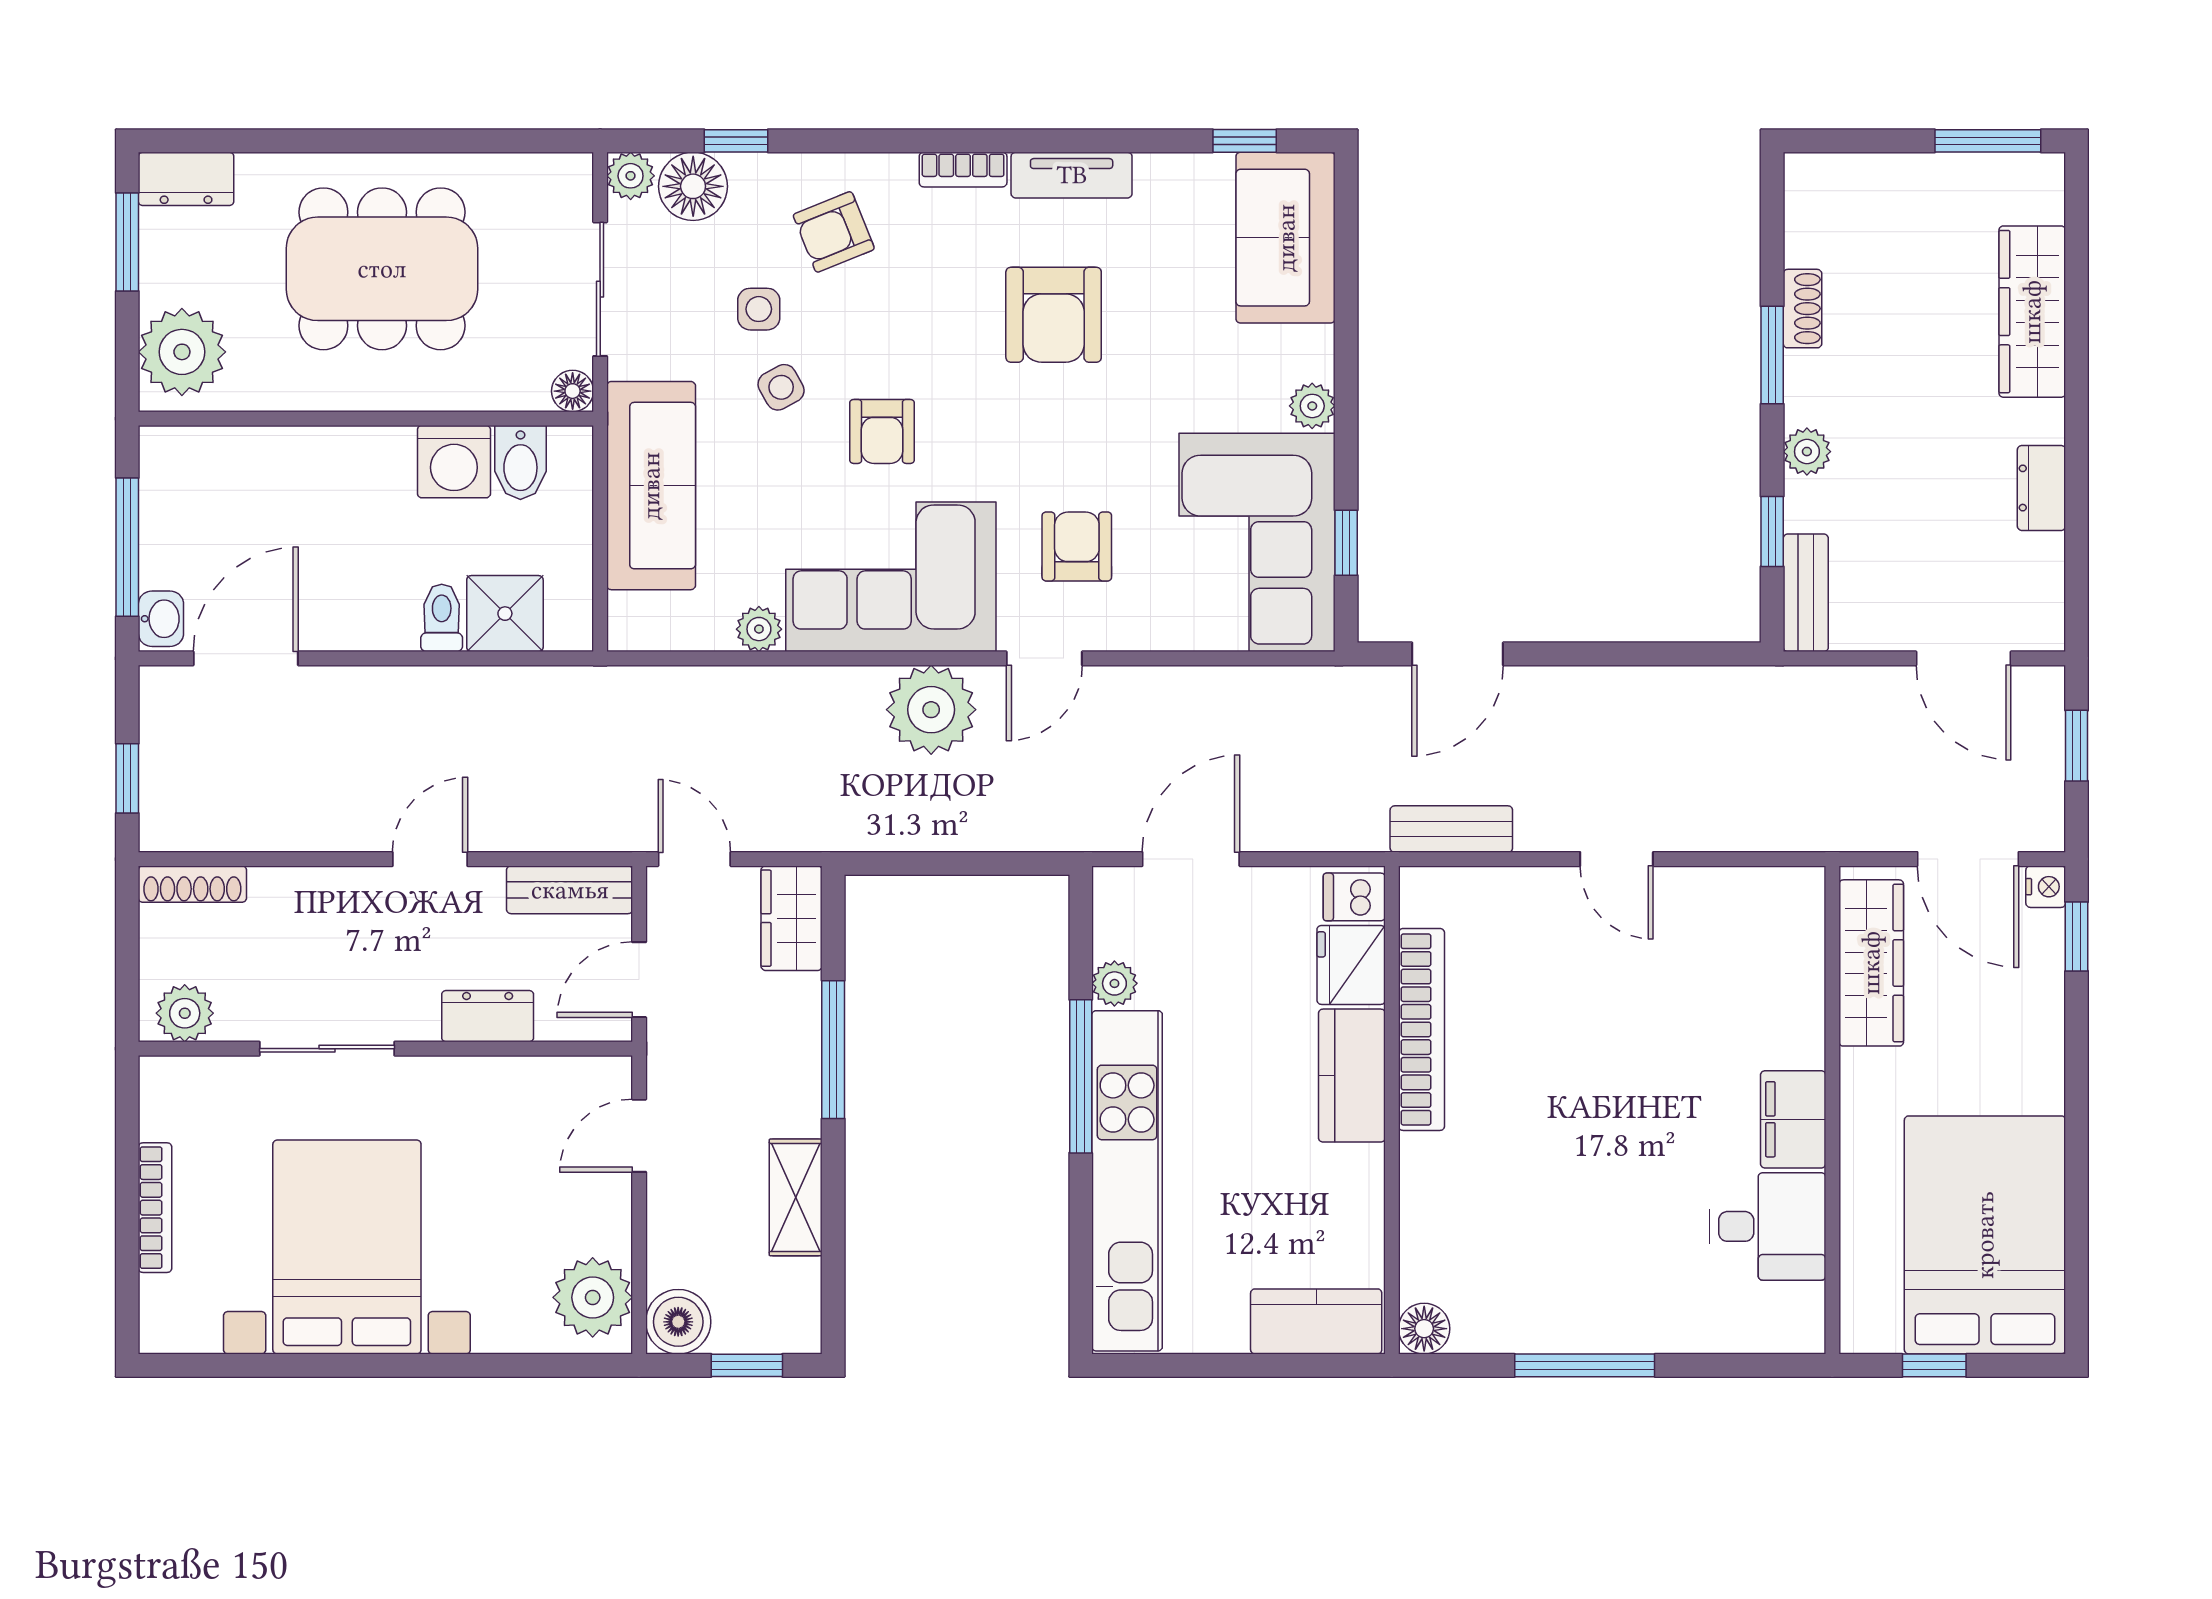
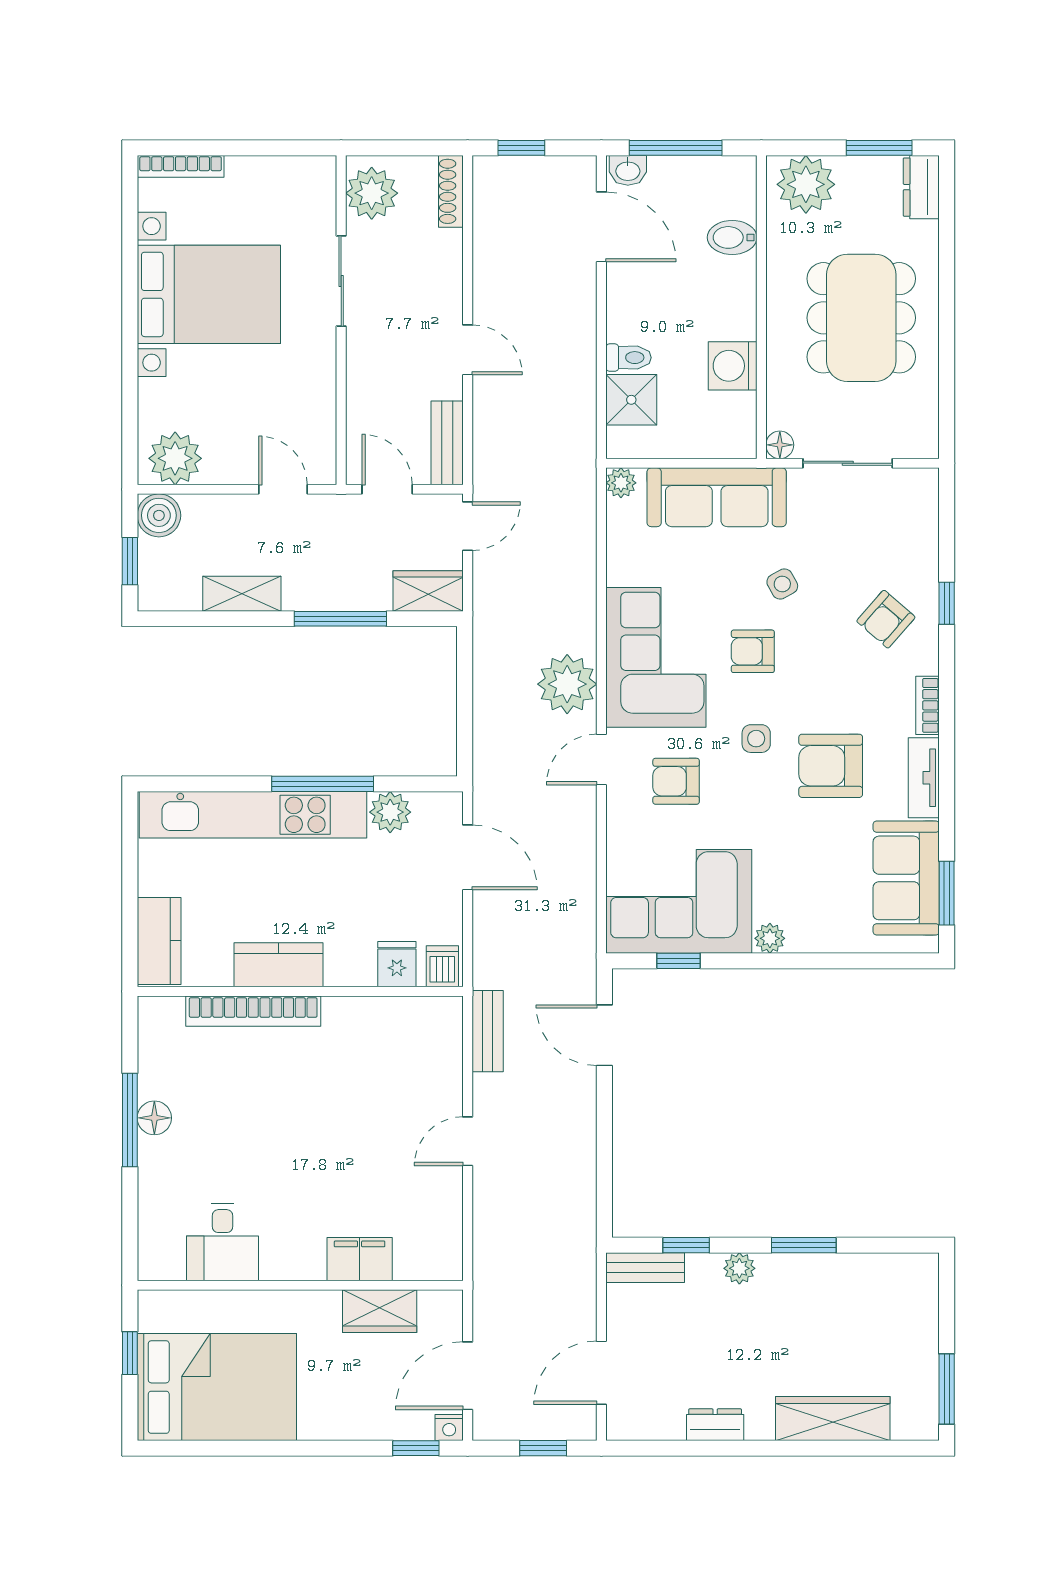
window: (736, 141) -> (947, 603), moved
window: (1245, 141) -> (947, 893), width x1.50
plant: (631, 176) -> (923, 484), removed
floor lamp: (693, 186) -> (916, 525), removed
armchair: (834, 232) -> (886, 619), turned -117
sofa: (1286, 238) -> (906, 878), moved, turned -90
side table: (759, 309) -> (756, 739), moved
shoe rack: (1802, 309) -> (835, 1265), removed
bidet: (520, 462) -> (732, 237), moved
armchair: (1077, 546) -> (676, 781), turned 180
plant: (759, 629) -> (621, 483), moved
door: (1044, 658) -> (601, 760), hinge flipped
wardrobe: (1871, 963) -> (380, 1311), width x0.67
fridge: (1351, 965) -> (397, 964), width x0.72
plant: (1114, 983) -> (390, 812), width x1.38, depth x1.38
plant: (185, 1013) -> (372, 193), width x1.36, depth x1.36
dresser: (488, 1016) -> (363, 388), removed
bookcase: (1421, 1029) -> (253, 1011), moved
kitchen counter: (1352, 1076) -> (278, 965), moved
filing cabinet: (1793, 1119) -> (360, 1259), moved
bookcase: (155, 1208) -> (181, 166), moved
floor lamp: (1424, 1329) -> (154, 1118), moved

